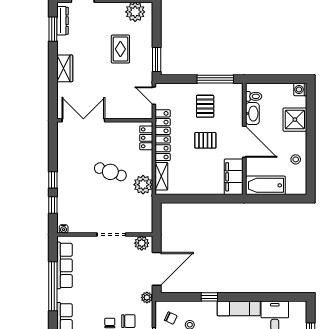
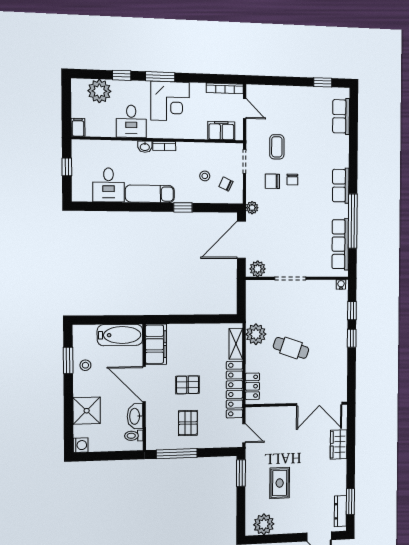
wardrobe: (65, 68) -> (339, 444), moved
window: (311, 164) -> (68, 360), added

